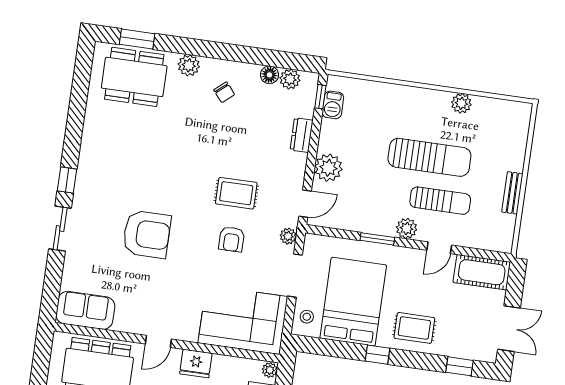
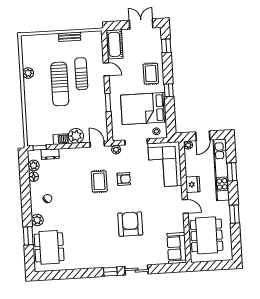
window: (137, 39) -> (28, 236), moved
barbecue: (333, 105) -> (61, 139), moved
dresser: (302, 135) -> (50, 154), moved
sun lounger: (429, 157) -> (60, 84), turned 180
plant: (407, 228) -> (99, 88), removed

